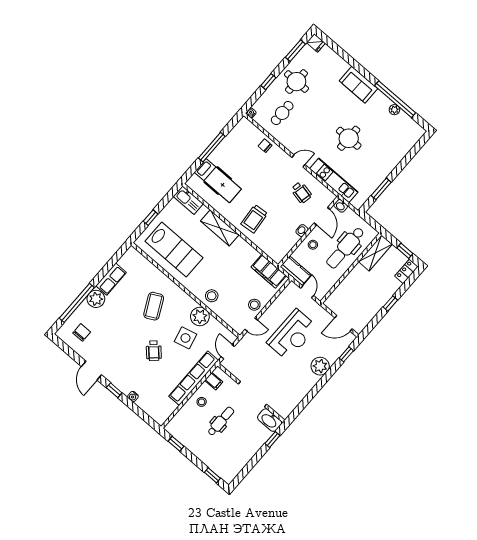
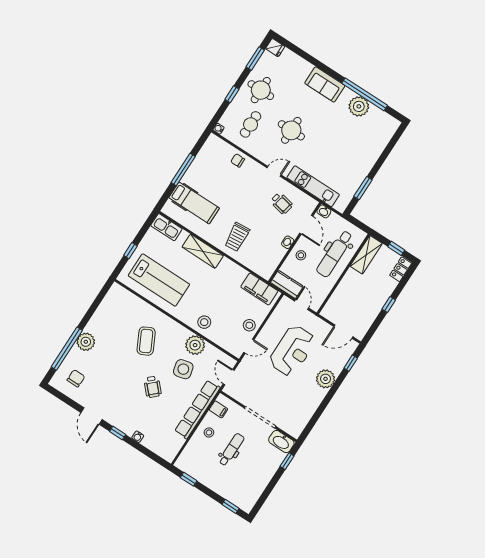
plant: (394, 110) -> (359, 106), width x1.87, depth x1.87
round table: (349, 138) -> (291, 130), moved
row of seats: (111, 279) -> (99, 319), removed

